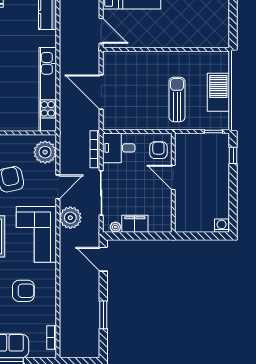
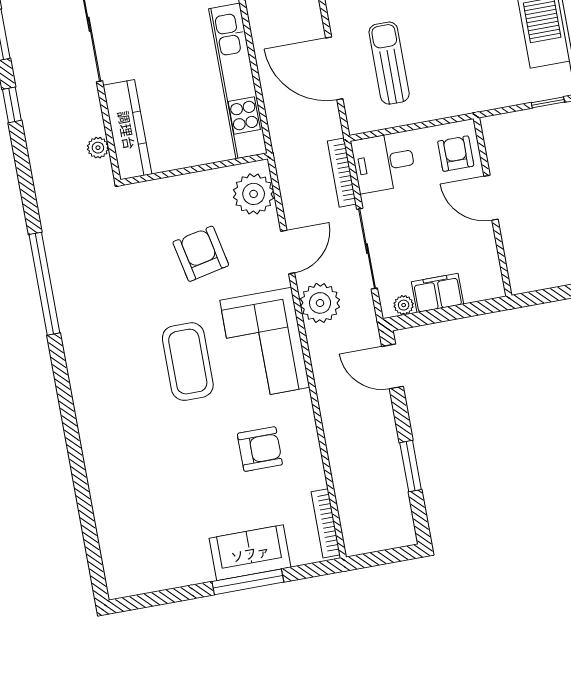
sun lounger: (177, 99) -> (389, 63), moved
bookcase: (52, 337) -> (326, 523), width x1.56

